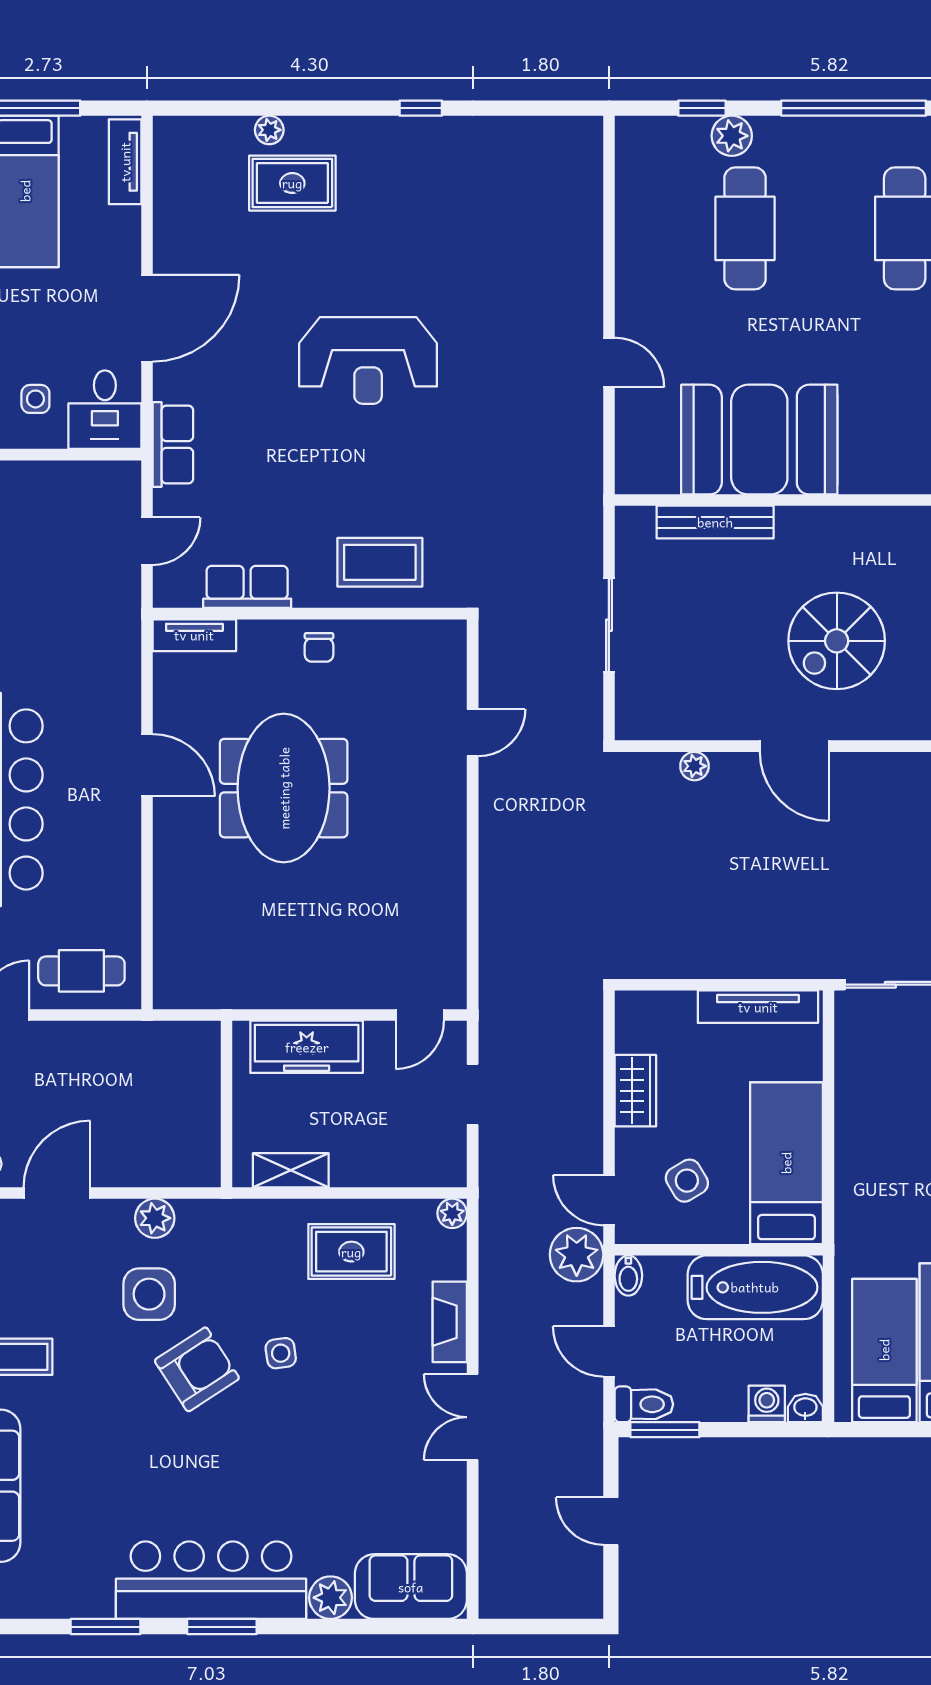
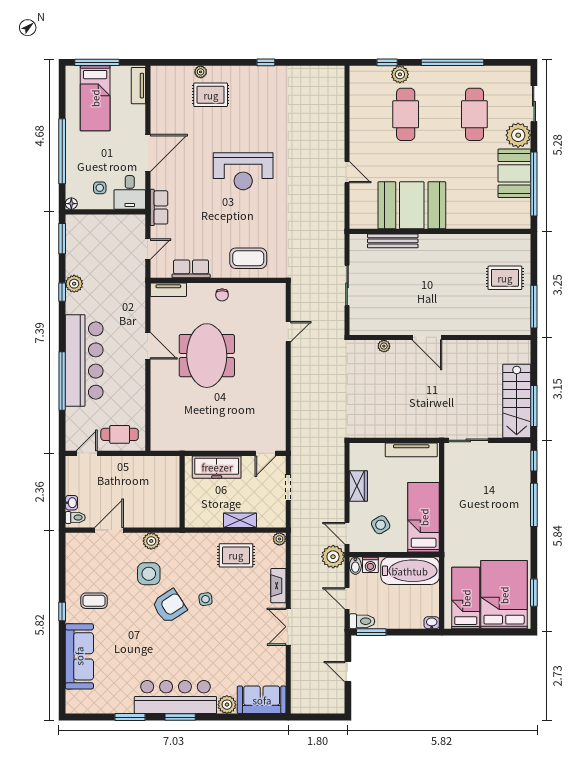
spiral stairs: (837, 641) -> (445, 292), removed
shelving: (291, 1170) -> (240, 520), moved
washing machine: (767, 1404) -> (370, 565), moved, turned 180

